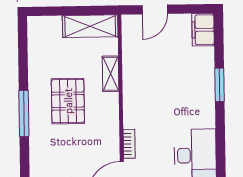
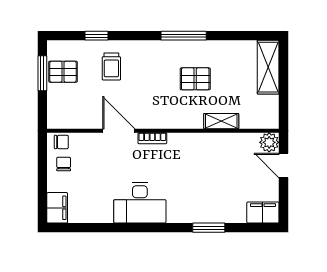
plant: (131, 25) -> (269, 142), added
shelving: (90, 26) -> (268, 67), moved
pallet: (68, 101) -> (195, 79), width x0.67, depth x0.71

